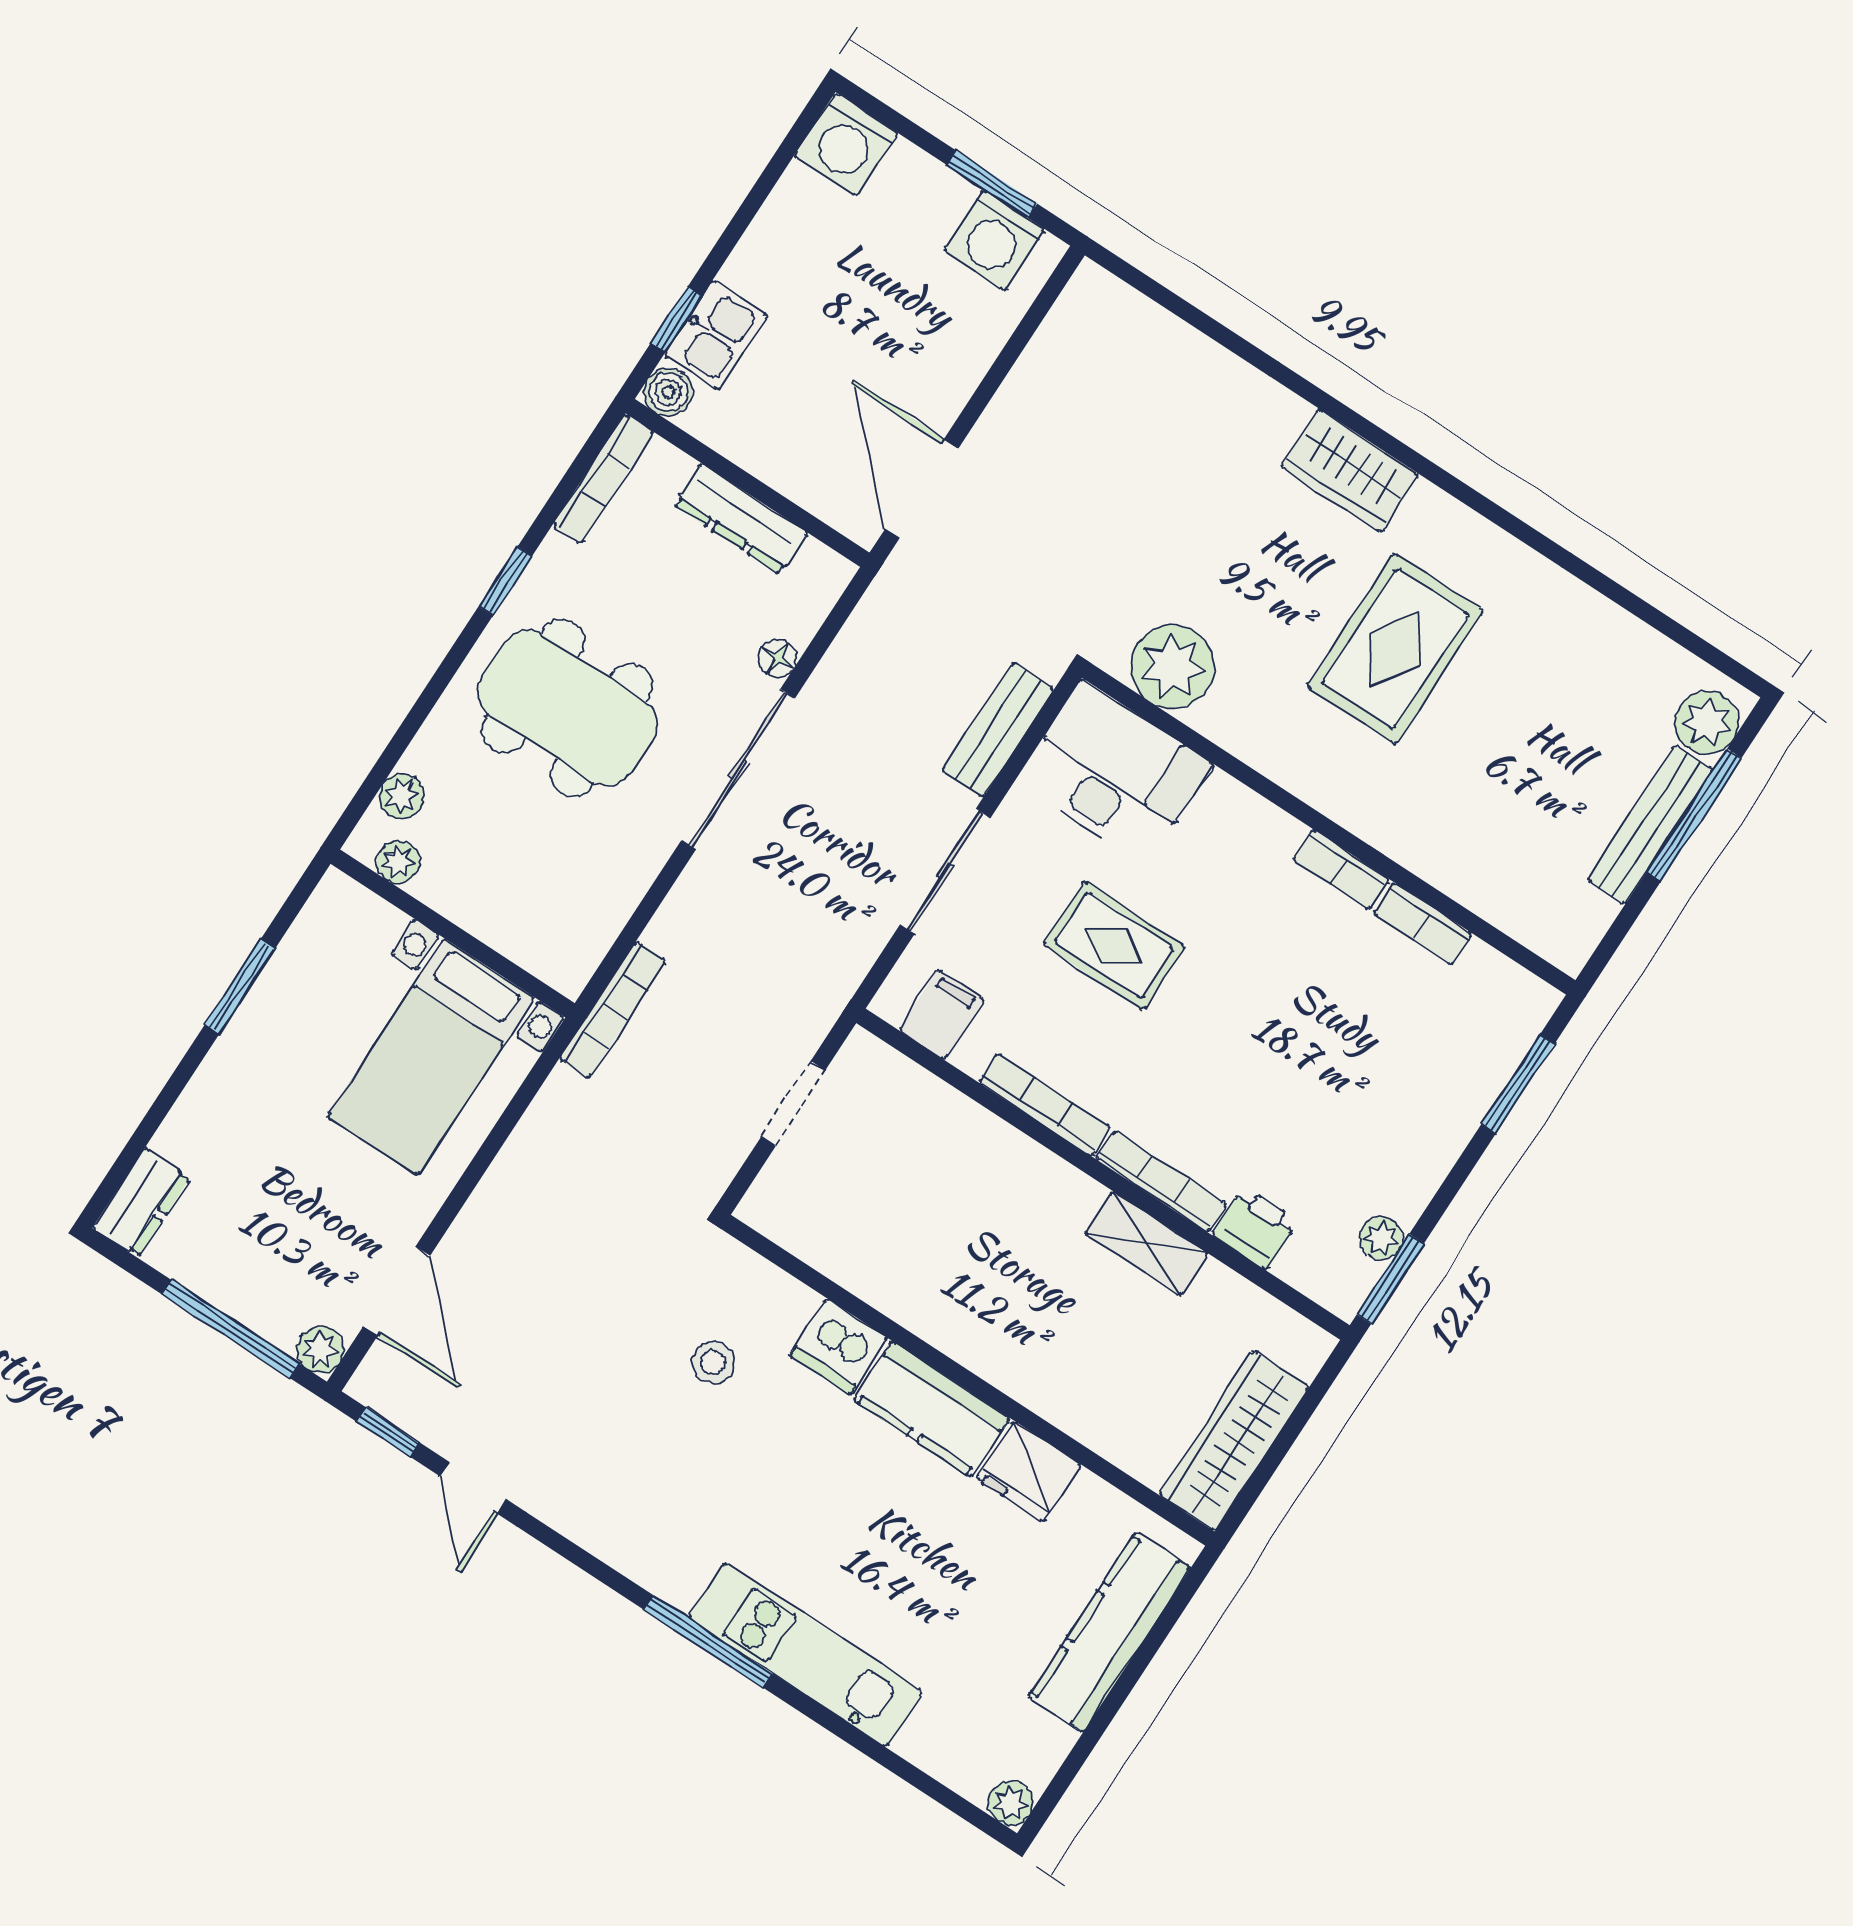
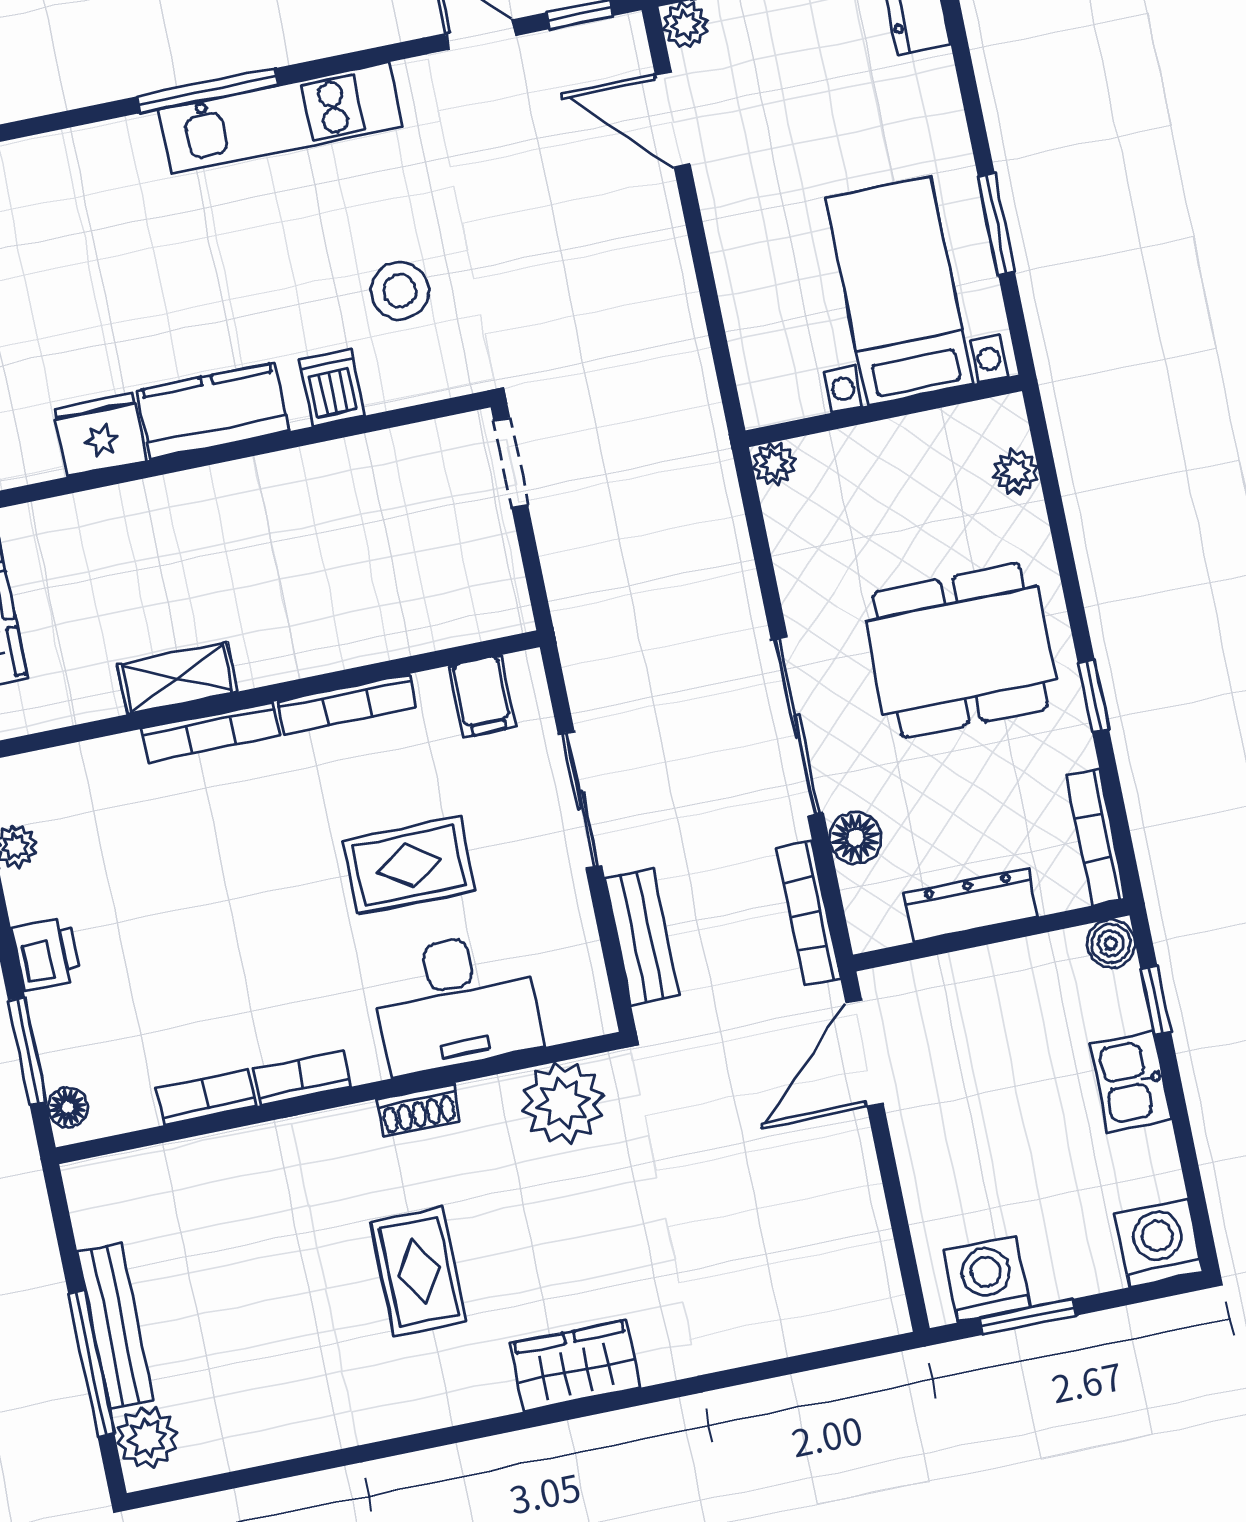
kitchen sink: (716, 335) -> (1130, 1082), moved
door: (922, 489) -> (864, 1053), swing flipped
rug: (1395, 649) -> (419, 1272), width x0.73, depth x0.70
floor lamp: (778, 658) -> (856, 838), width x1.37, depth x1.37
shoe rack: (1281, 764) -> (418, 1110), added
desk: (1114, 773) -> (456, 1002), moved
plant: (398, 862) -> (774, 464), moved
bookcase: (613, 1010) -> (809, 913), moved
floor lamp: (1529, 1015) -> (68, 1107), added
bed with nightstands: (431, 1057) -> (899, 291), moved
doorway: (793, 1103) -> (511, 463), moved
printer: (1255, 1228) -> (46, 954), moved, turned -90
dishwasher: (839, 1347) -> (332, 388), width x0.73
stool: (713, 1362) -> (400, 291), width x1.37, depth x1.37
kitchen unit: (805, 1655) -> (280, 118), moved

